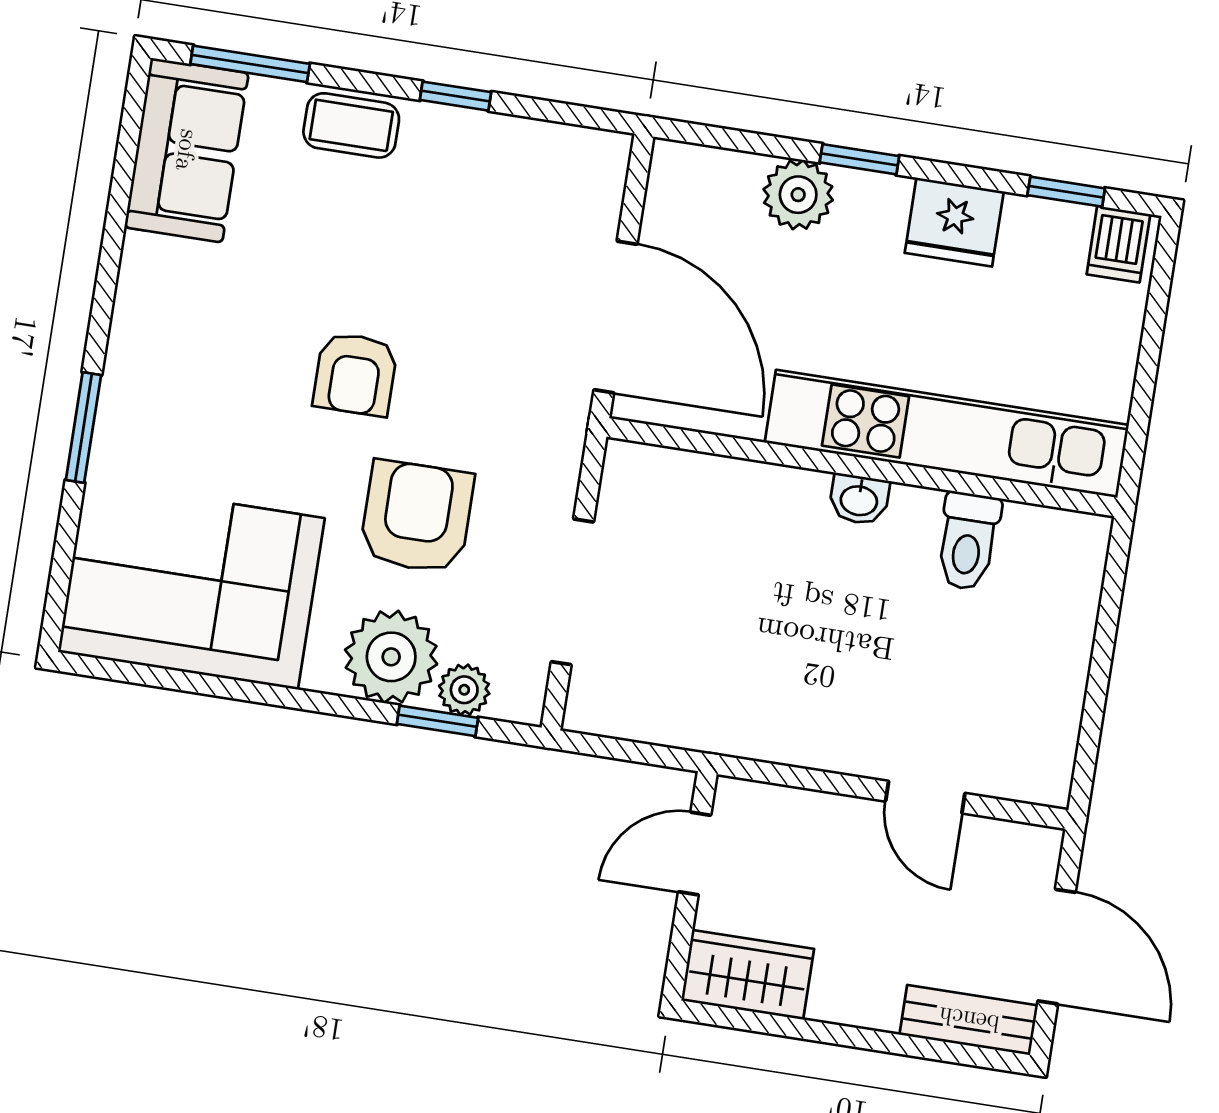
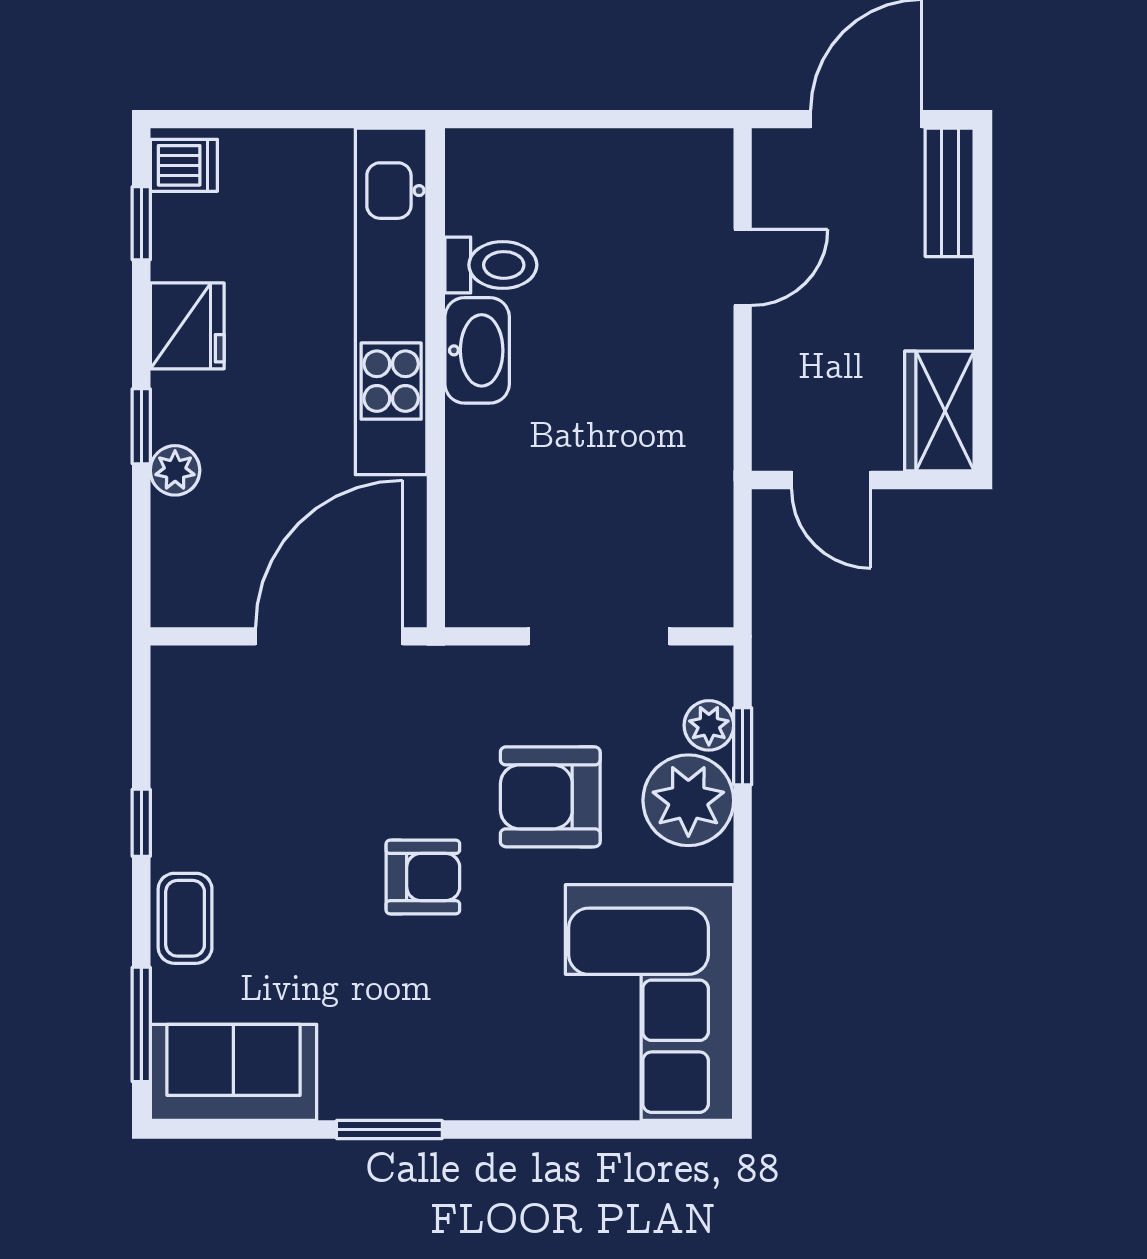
plant: (798, 195) -> (175, 470), width x0.73, depth x0.73
window: (83, 427) -> (389, 1129), moved
washbasin: (859, 499) -> (477, 350), width x1.91, depth x1.45

